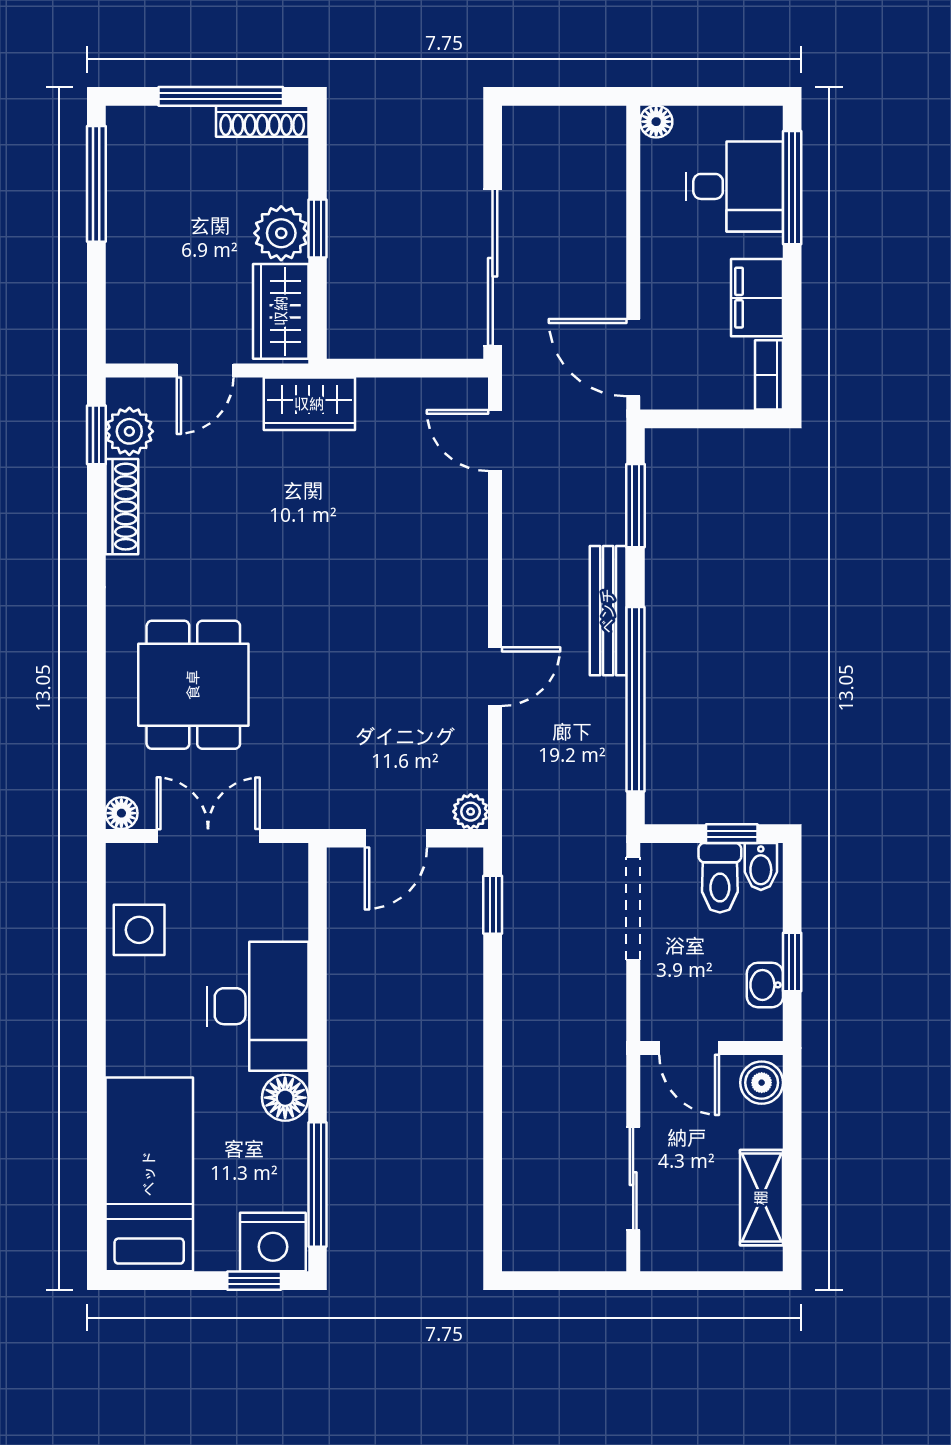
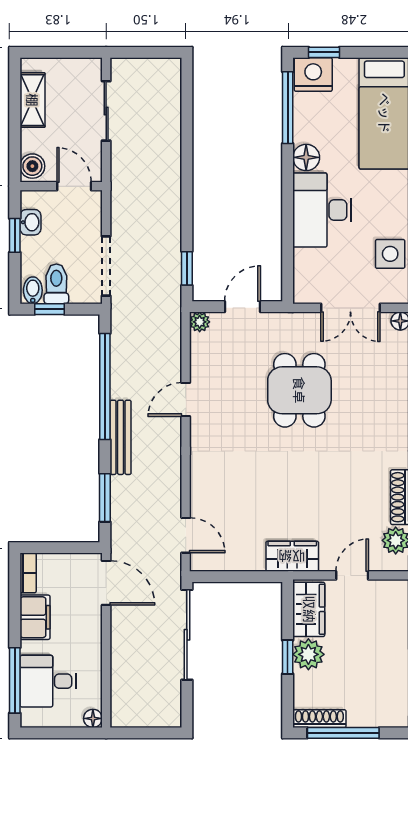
dining table: (193, 685) -> (299, 390), moved

